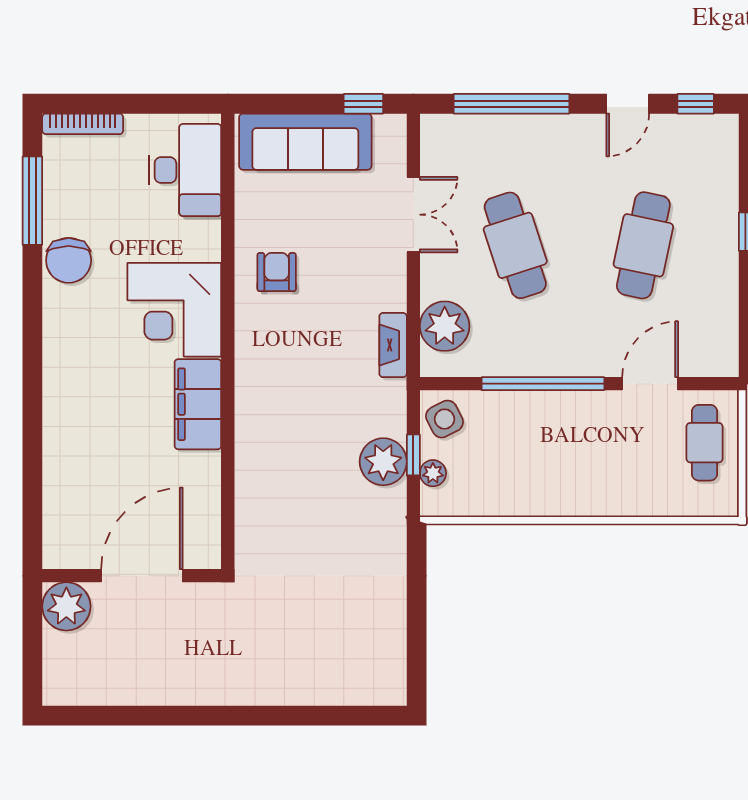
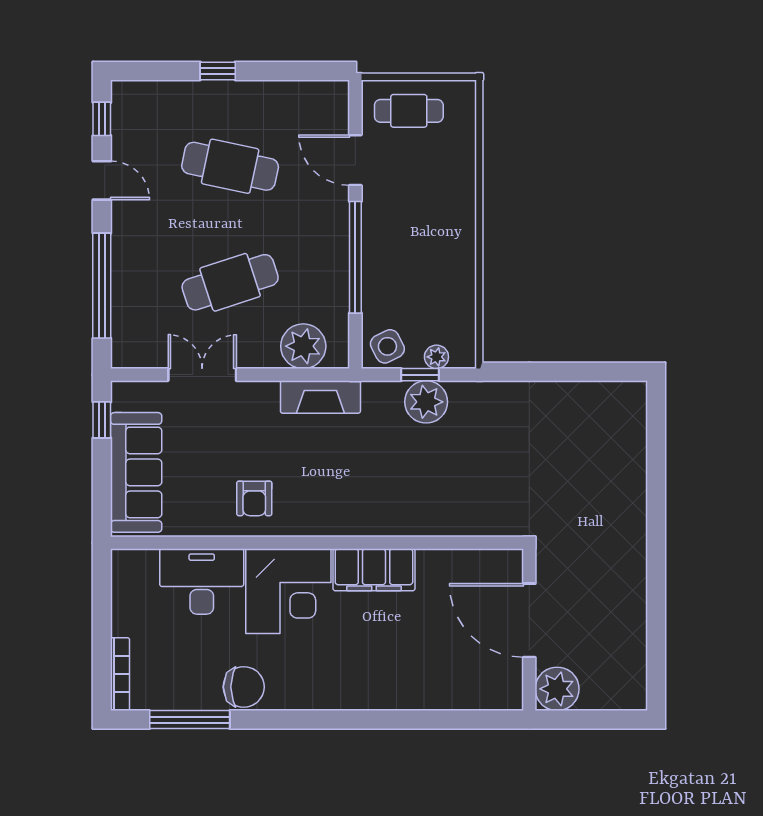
desk: (185, 170) -> (202, 581), moved
armchair: (277, 272) -> (254, 498), turned -90
fireplace: (393, 345) -> (320, 397), width x1.37, depth x1.32

